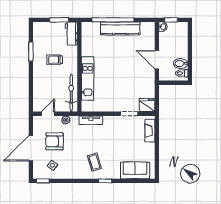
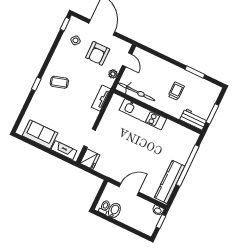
kitchen counter: (120, 28) -> (170, 182), moved
armchair: (54, 141) -> (98, 53), turned 180
sofa: (135, 170) -> (40, 134), moved, turned -90

